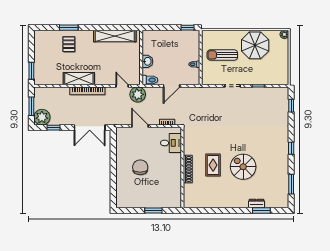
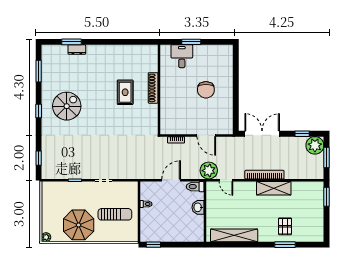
desk: (171, 143) -> (182, 56), moved, turned 90
spiral stairs: (243, 167) -> (67, 106), moved, turned -90

